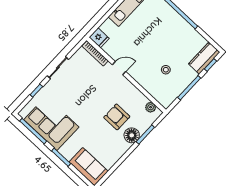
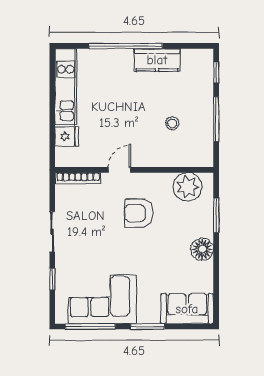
fridge: (99, 38) -> (67, 136), moved
kitchen counter: (204, 58) -> (157, 60), moved, turned -90
plant: (151, 107) -> (187, 187), width x1.88, depth x1.88
armchair: (117, 117) -> (139, 213), moved
floor lamp: (132, 135) -> (202, 249), moved

